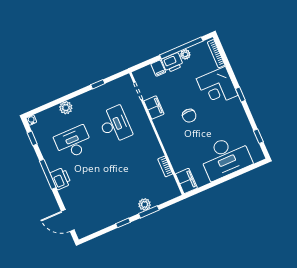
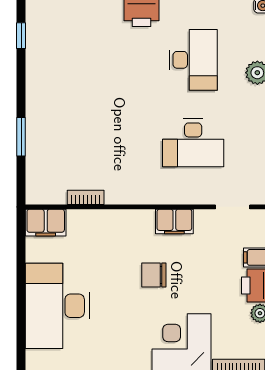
filing cabinet: (154, 107) -> (174, 222), moved
plant: (145, 204) -> (37, 135), removed
window: (123, 223) -> (21, 36), moved

